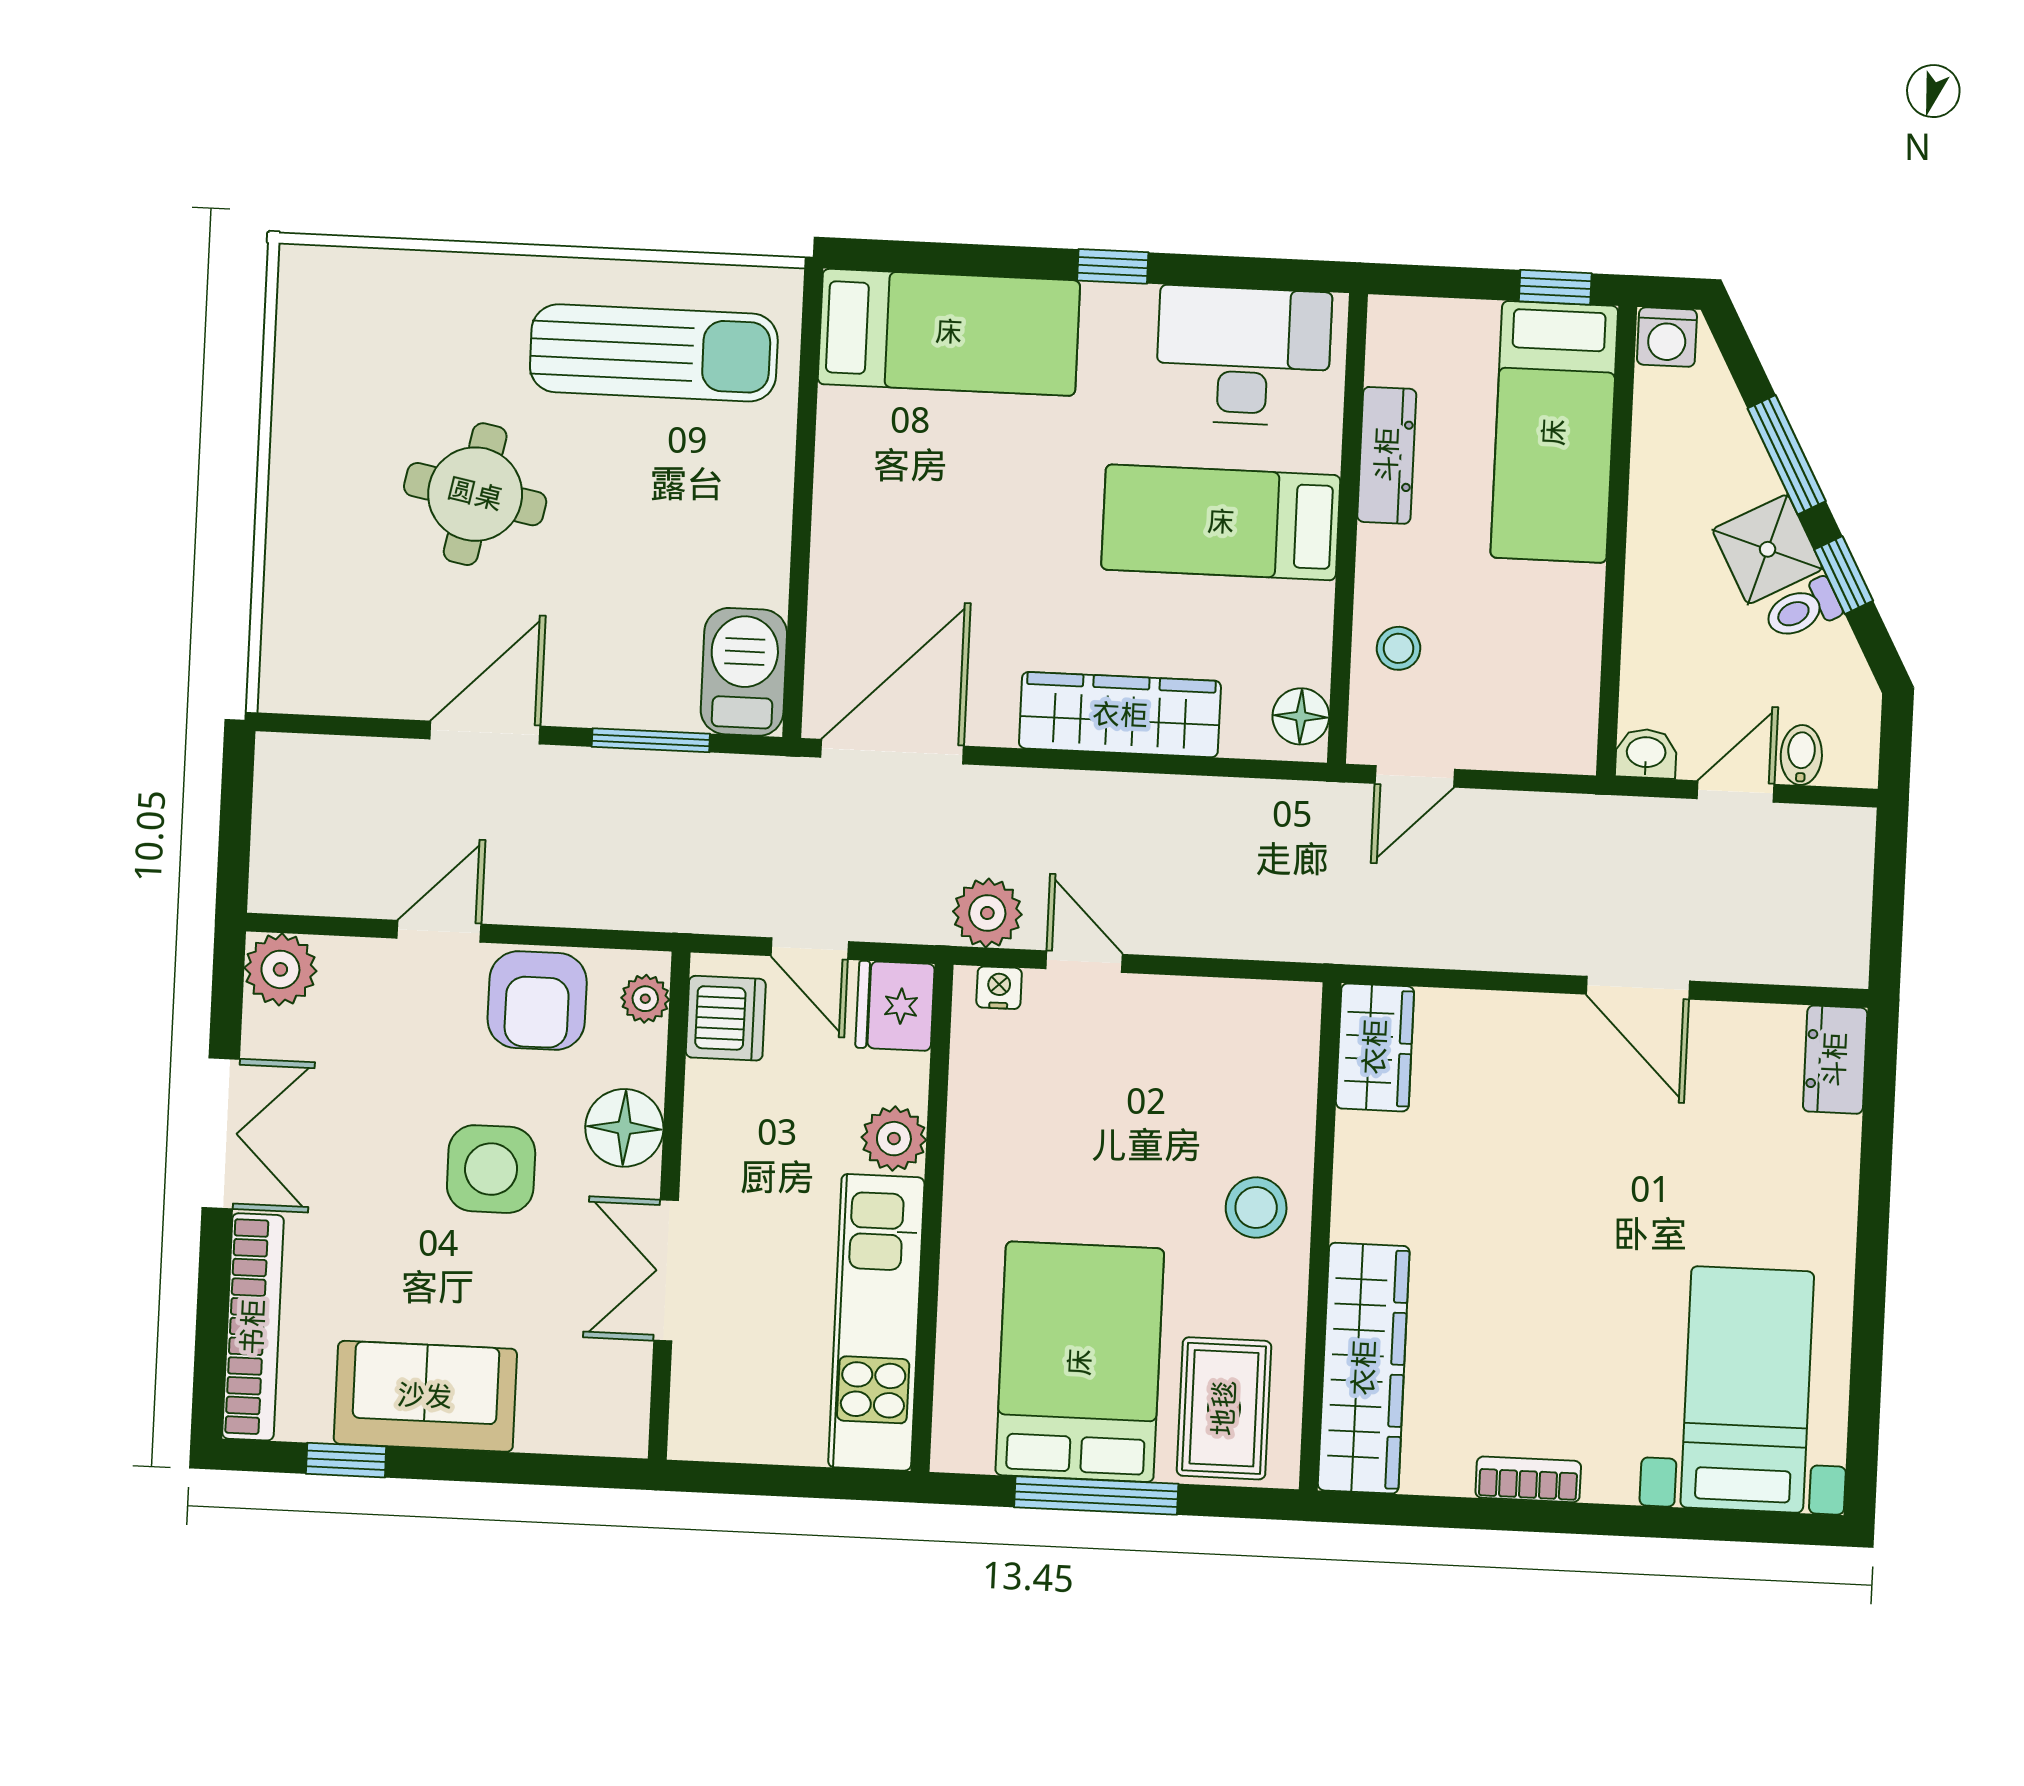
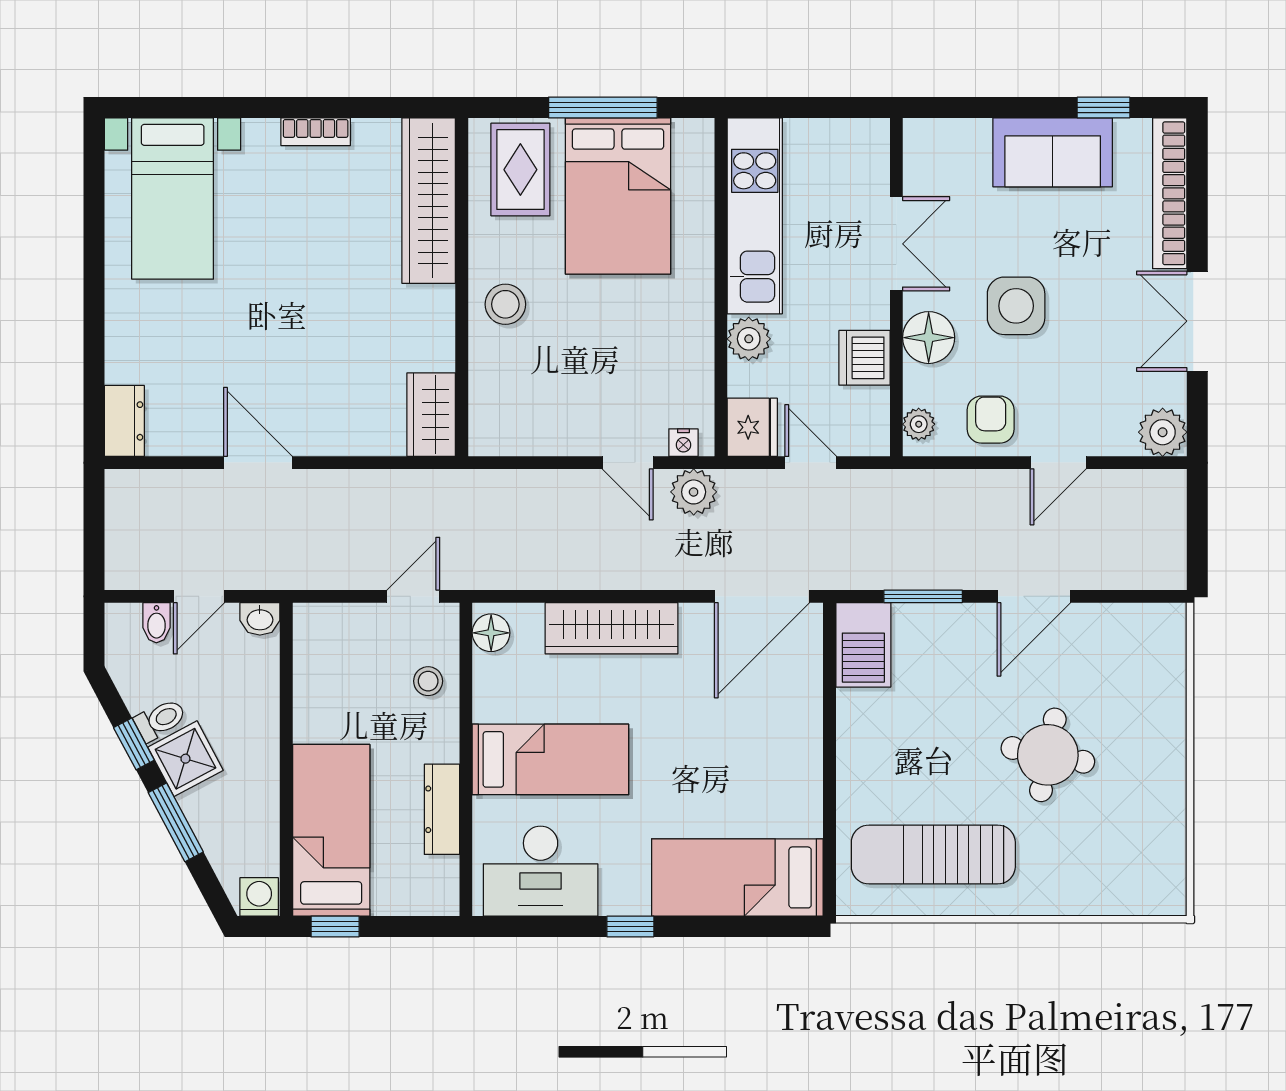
armchair: (537, 1001) -> (991, 420), width x0.72, depth x0.72
dishwasher: (726, 1018) -> (865, 358), moved

